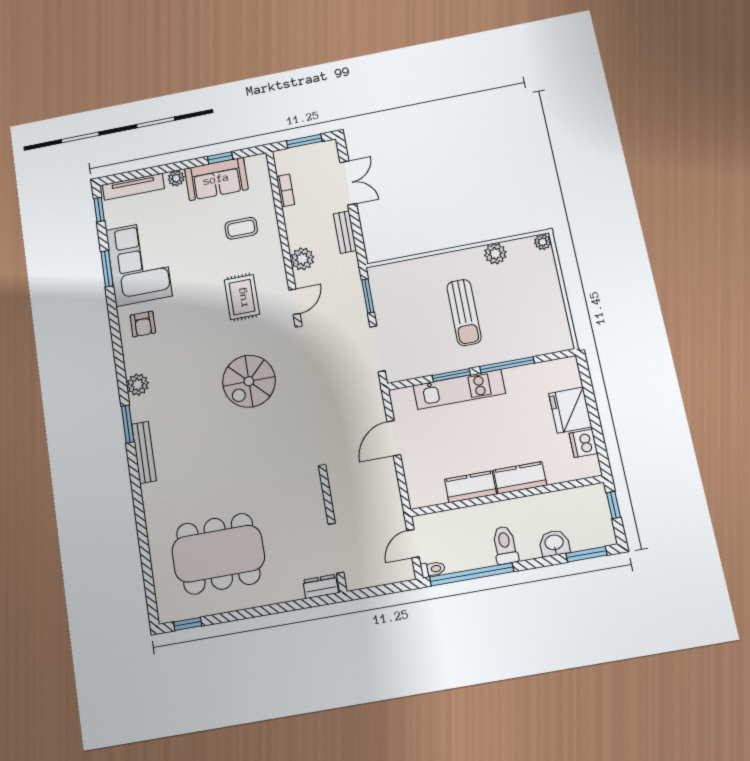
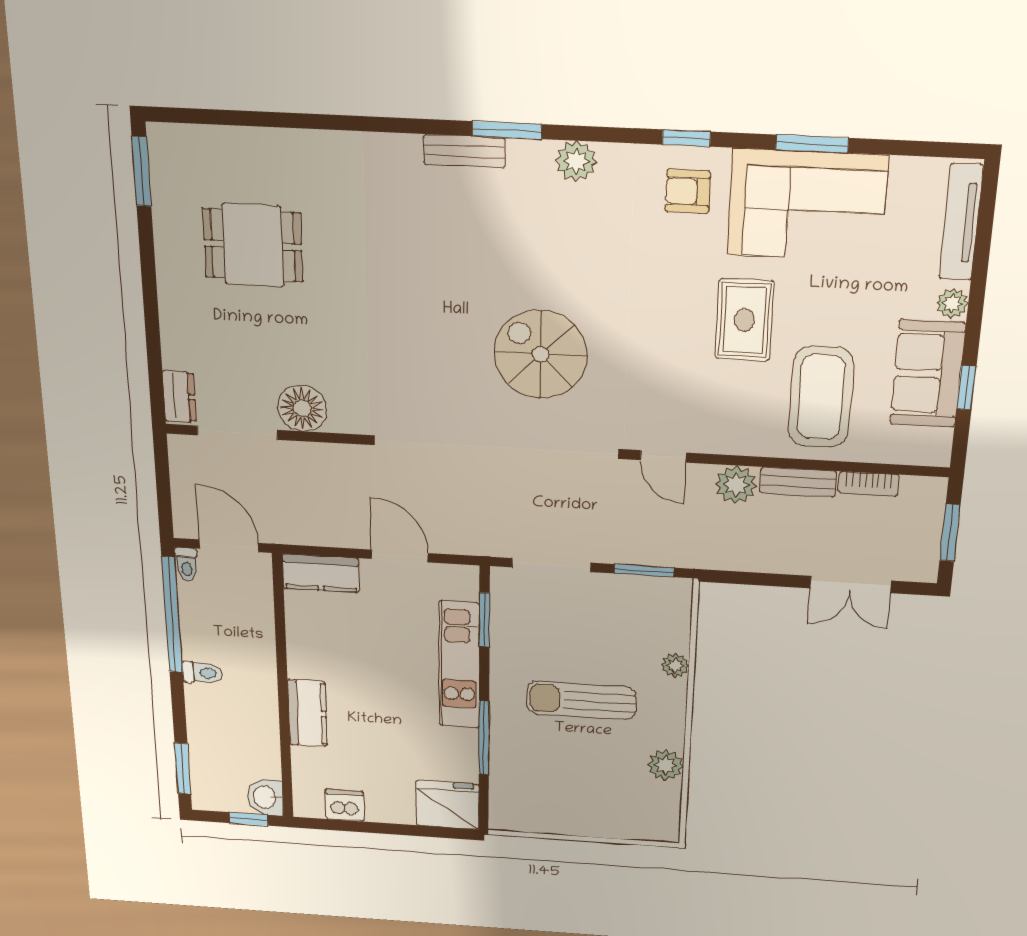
window: (99, 210) -> (686, 138), moved
coffee table: (241, 228) -> (821, 397), width x1.86, depth x1.72
bench: (345, 232) -> (798, 482), moved
plant: (543, 242) -> (675, 665), moved
rug: (242, 297) -> (744, 320), moved, turned 90
window: (451, 375) -> (484, 620), moved
fridge: (570, 410) -> (447, 805), moved
bench: (144, 452) -> (464, 151), width x0.73
kitchen counter: (470, 487) -> (321, 573), moved, turned 90
floor lamp: (312, 511) -> (302, 408), added
washbasin: (554, 543) -> (265, 797), moved, turned 180
door: (413, 544) -> (229, 546), width x1.37
toilet: (505, 545) -> (202, 673), width x0.73, depth x0.72
dining table: (218, 554) -> (253, 245), width x0.53, depth x0.80
window: (188, 624) -> (141, 171), width x1.50

